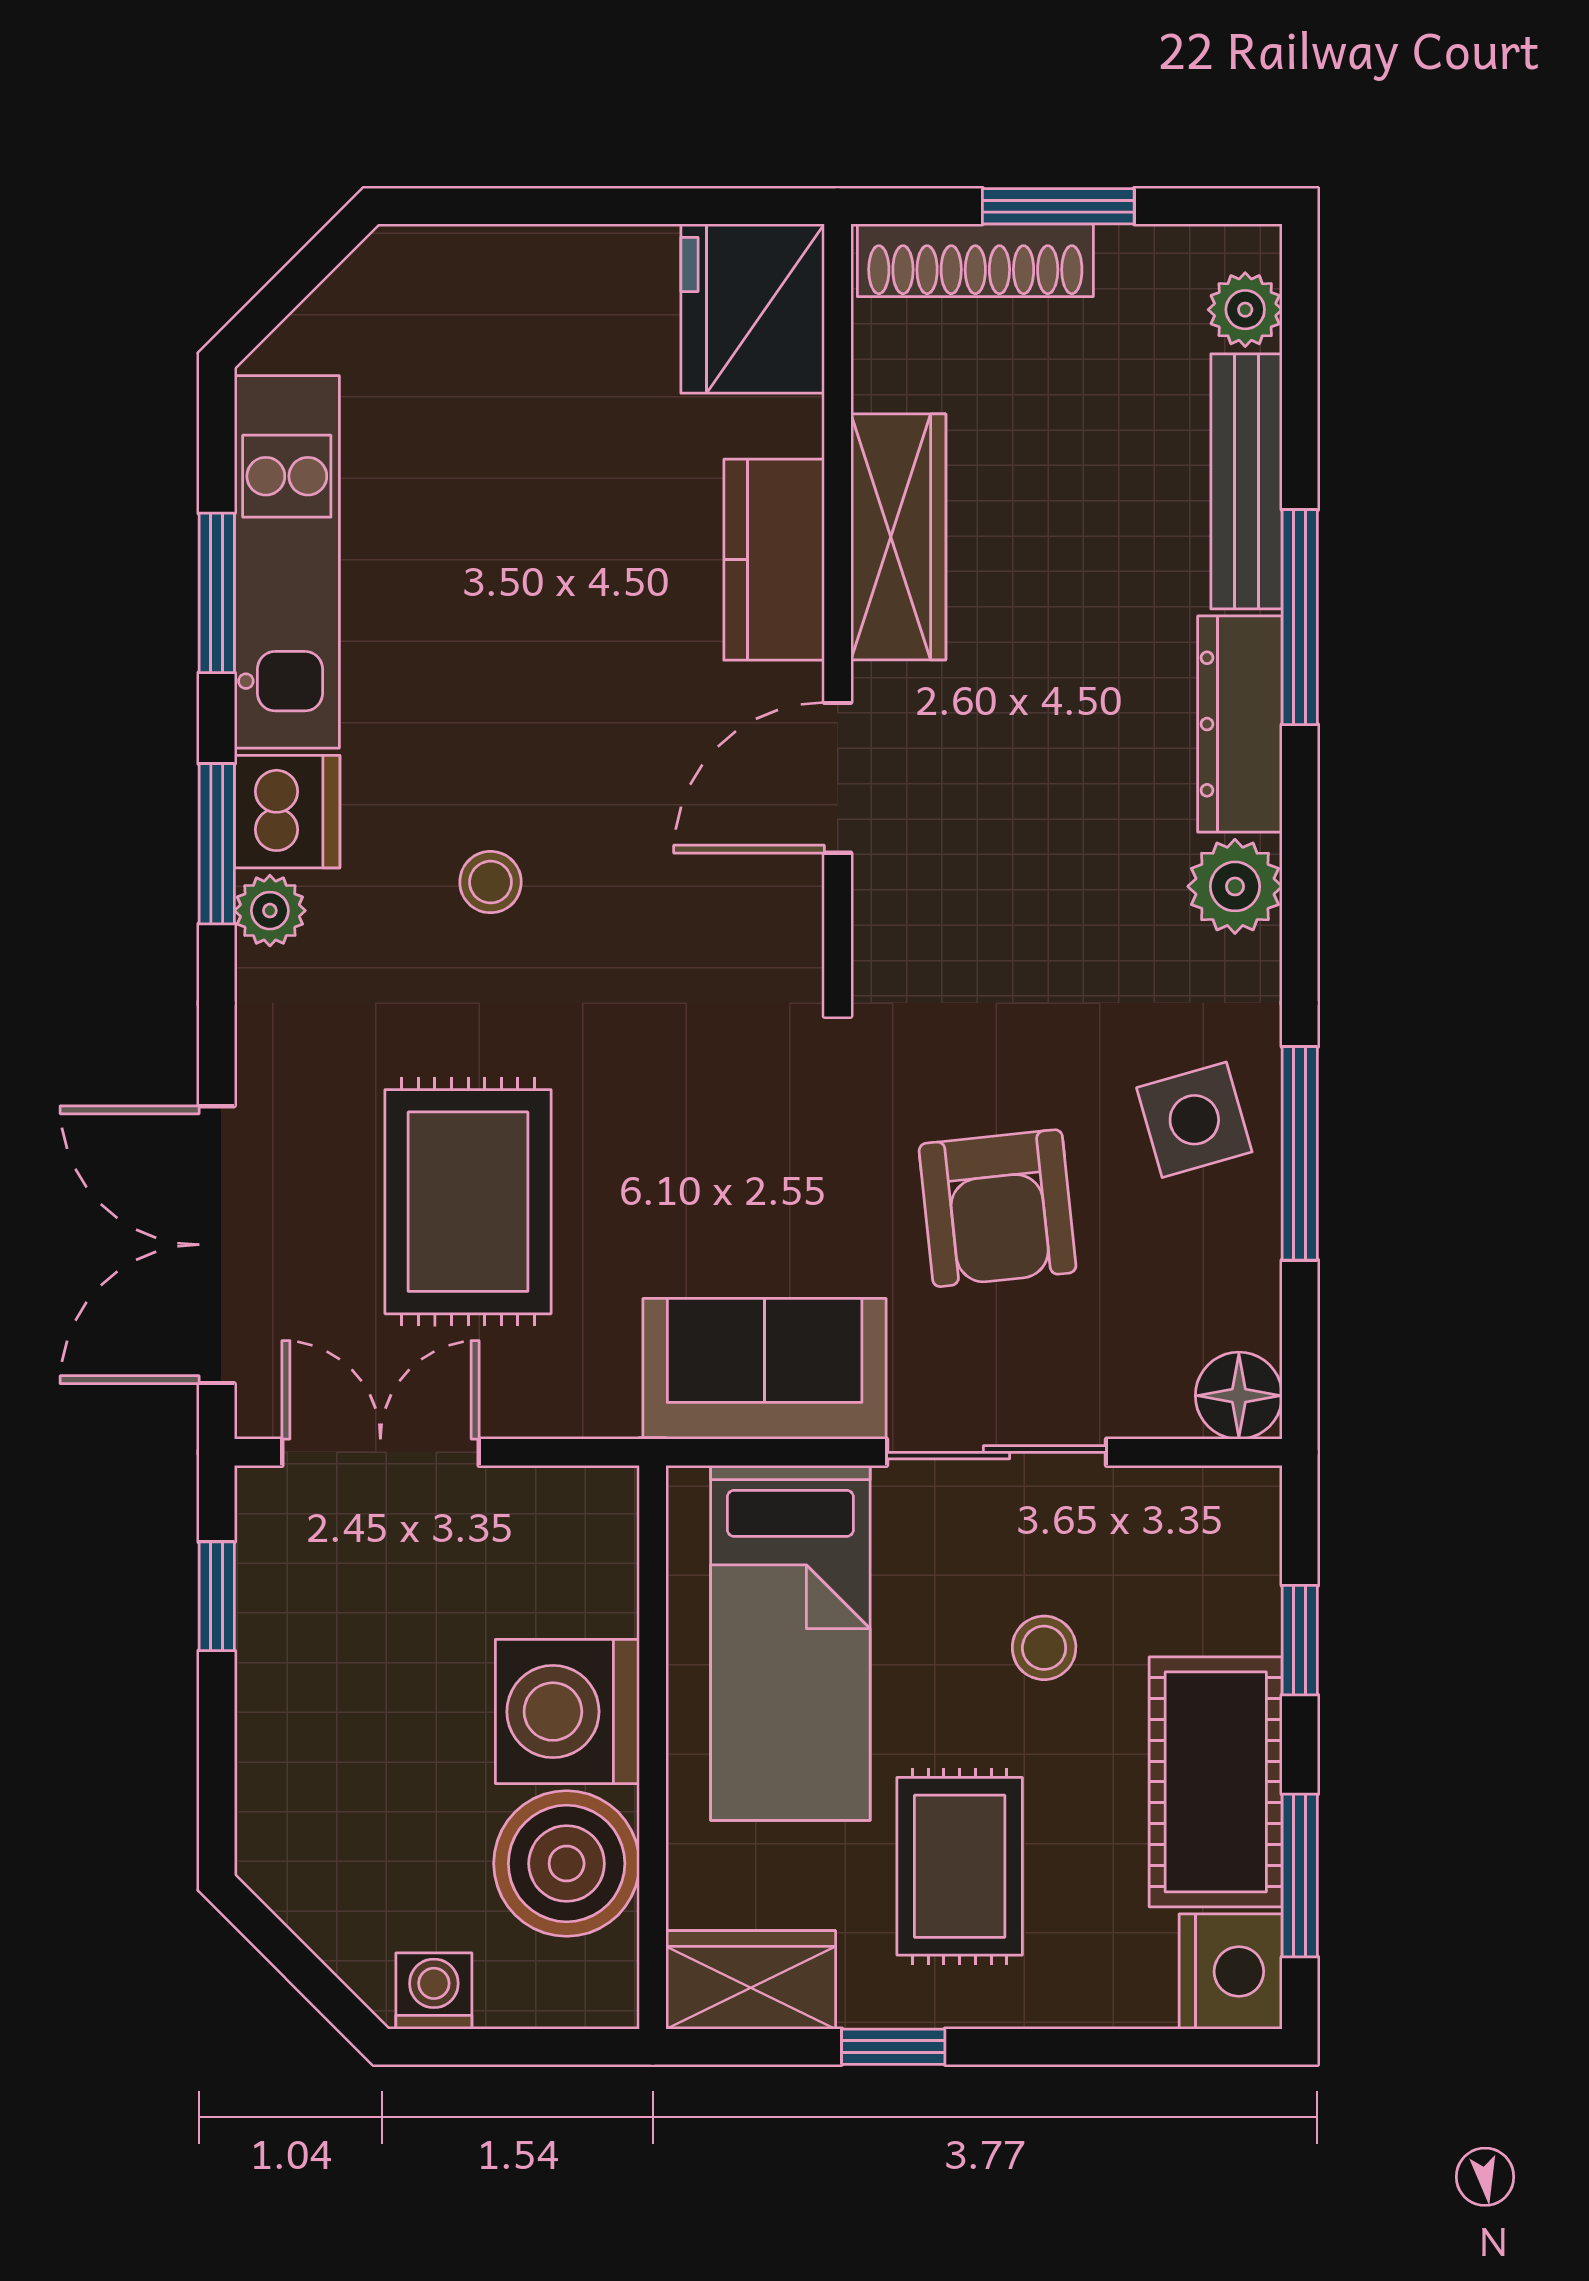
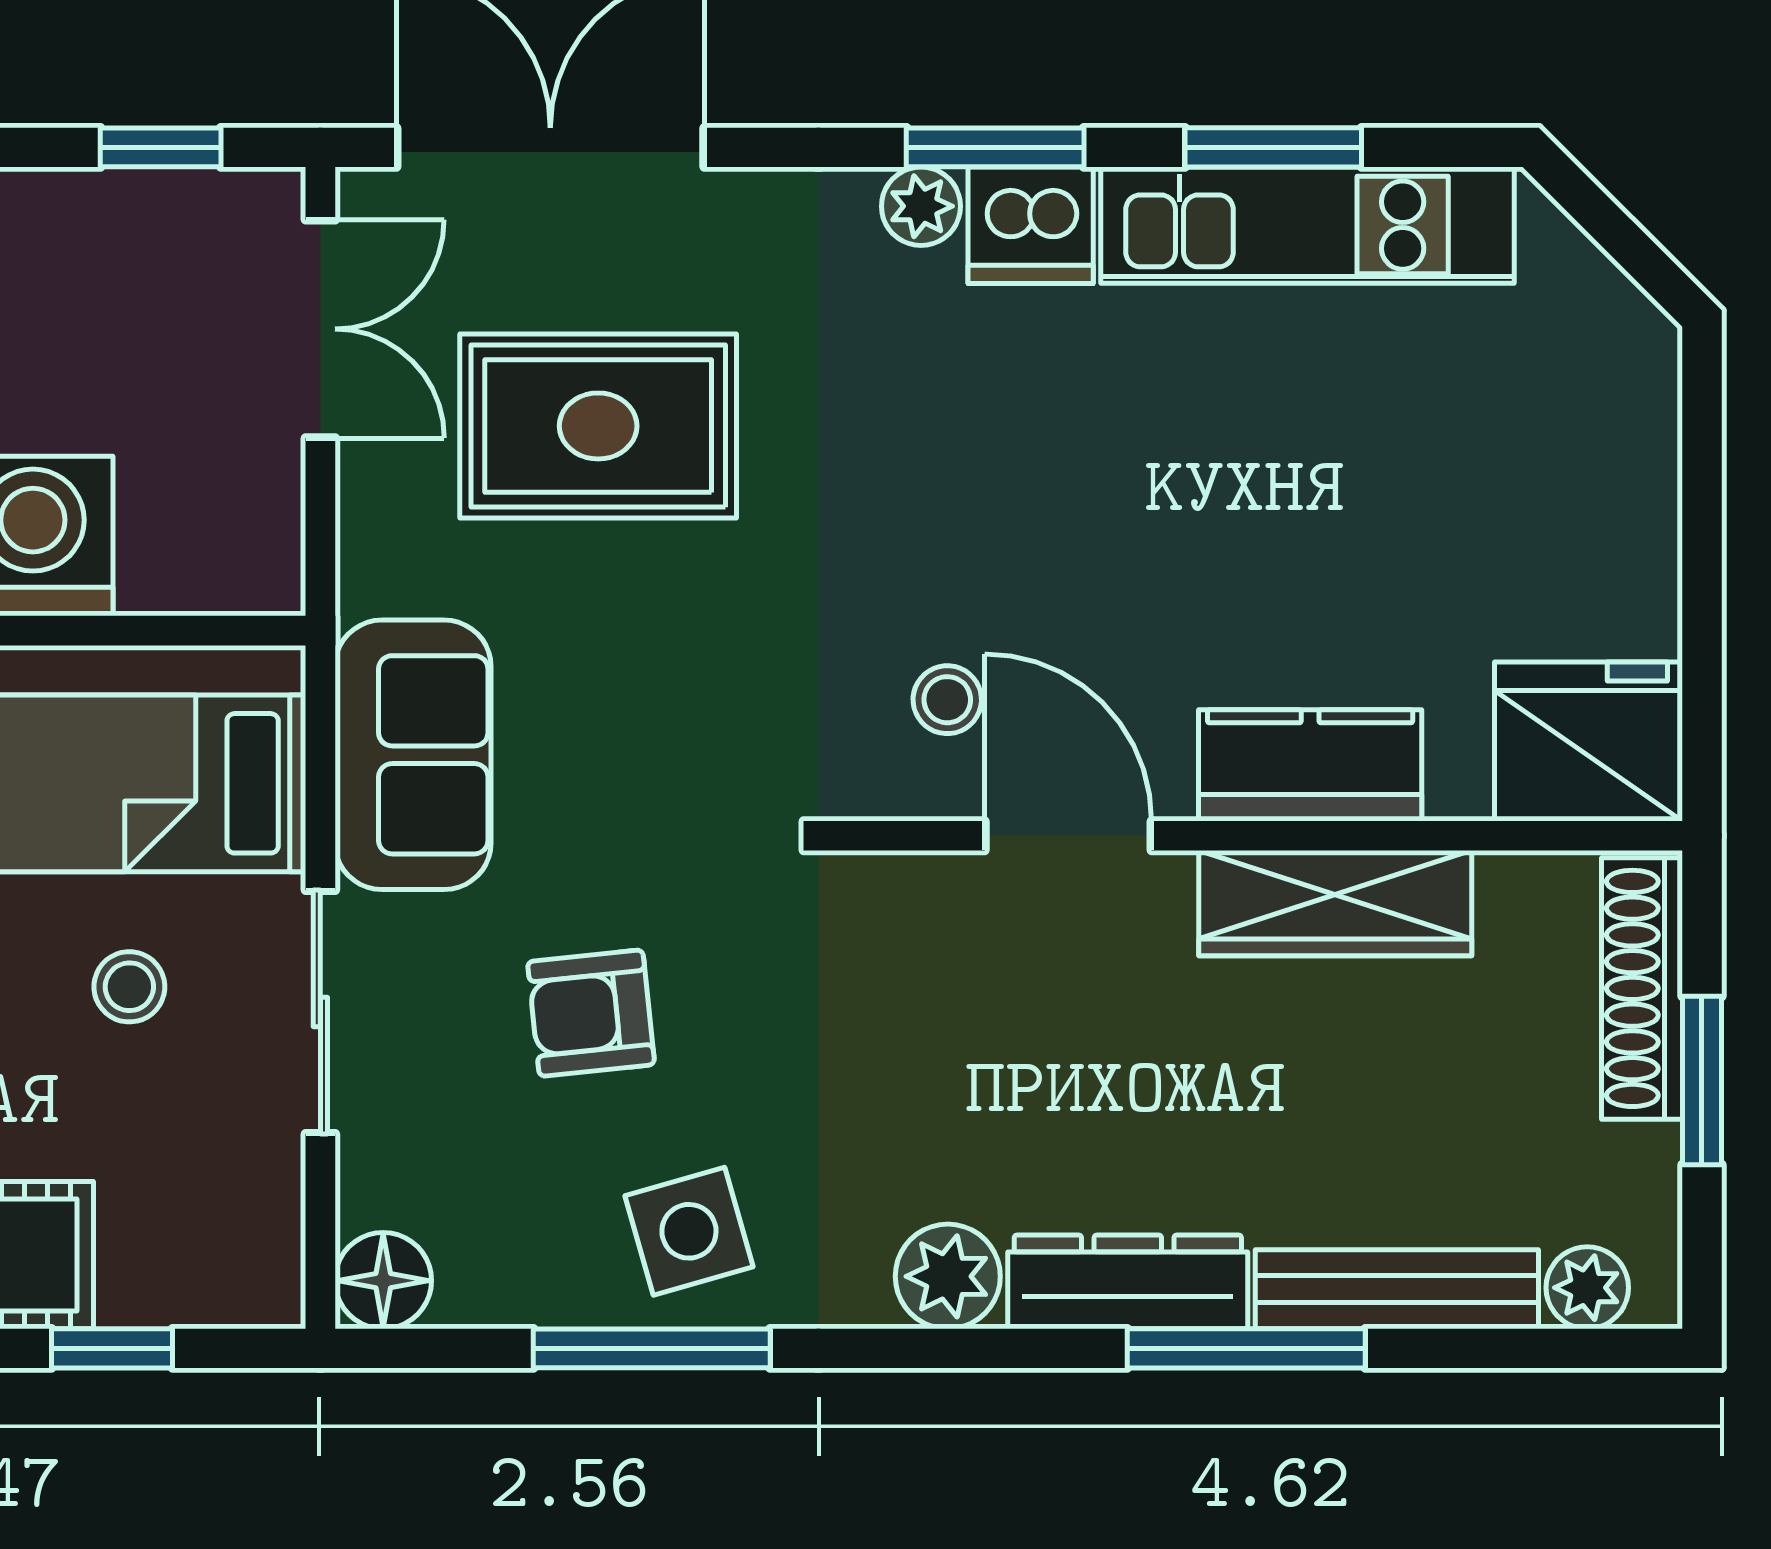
stool: (490, 882) -> (947, 700), moved
armchair: (998, 1208) -> (591, 1013), width x0.72, depth x0.72
stool: (1044, 1648) -> (129, 987), moved

